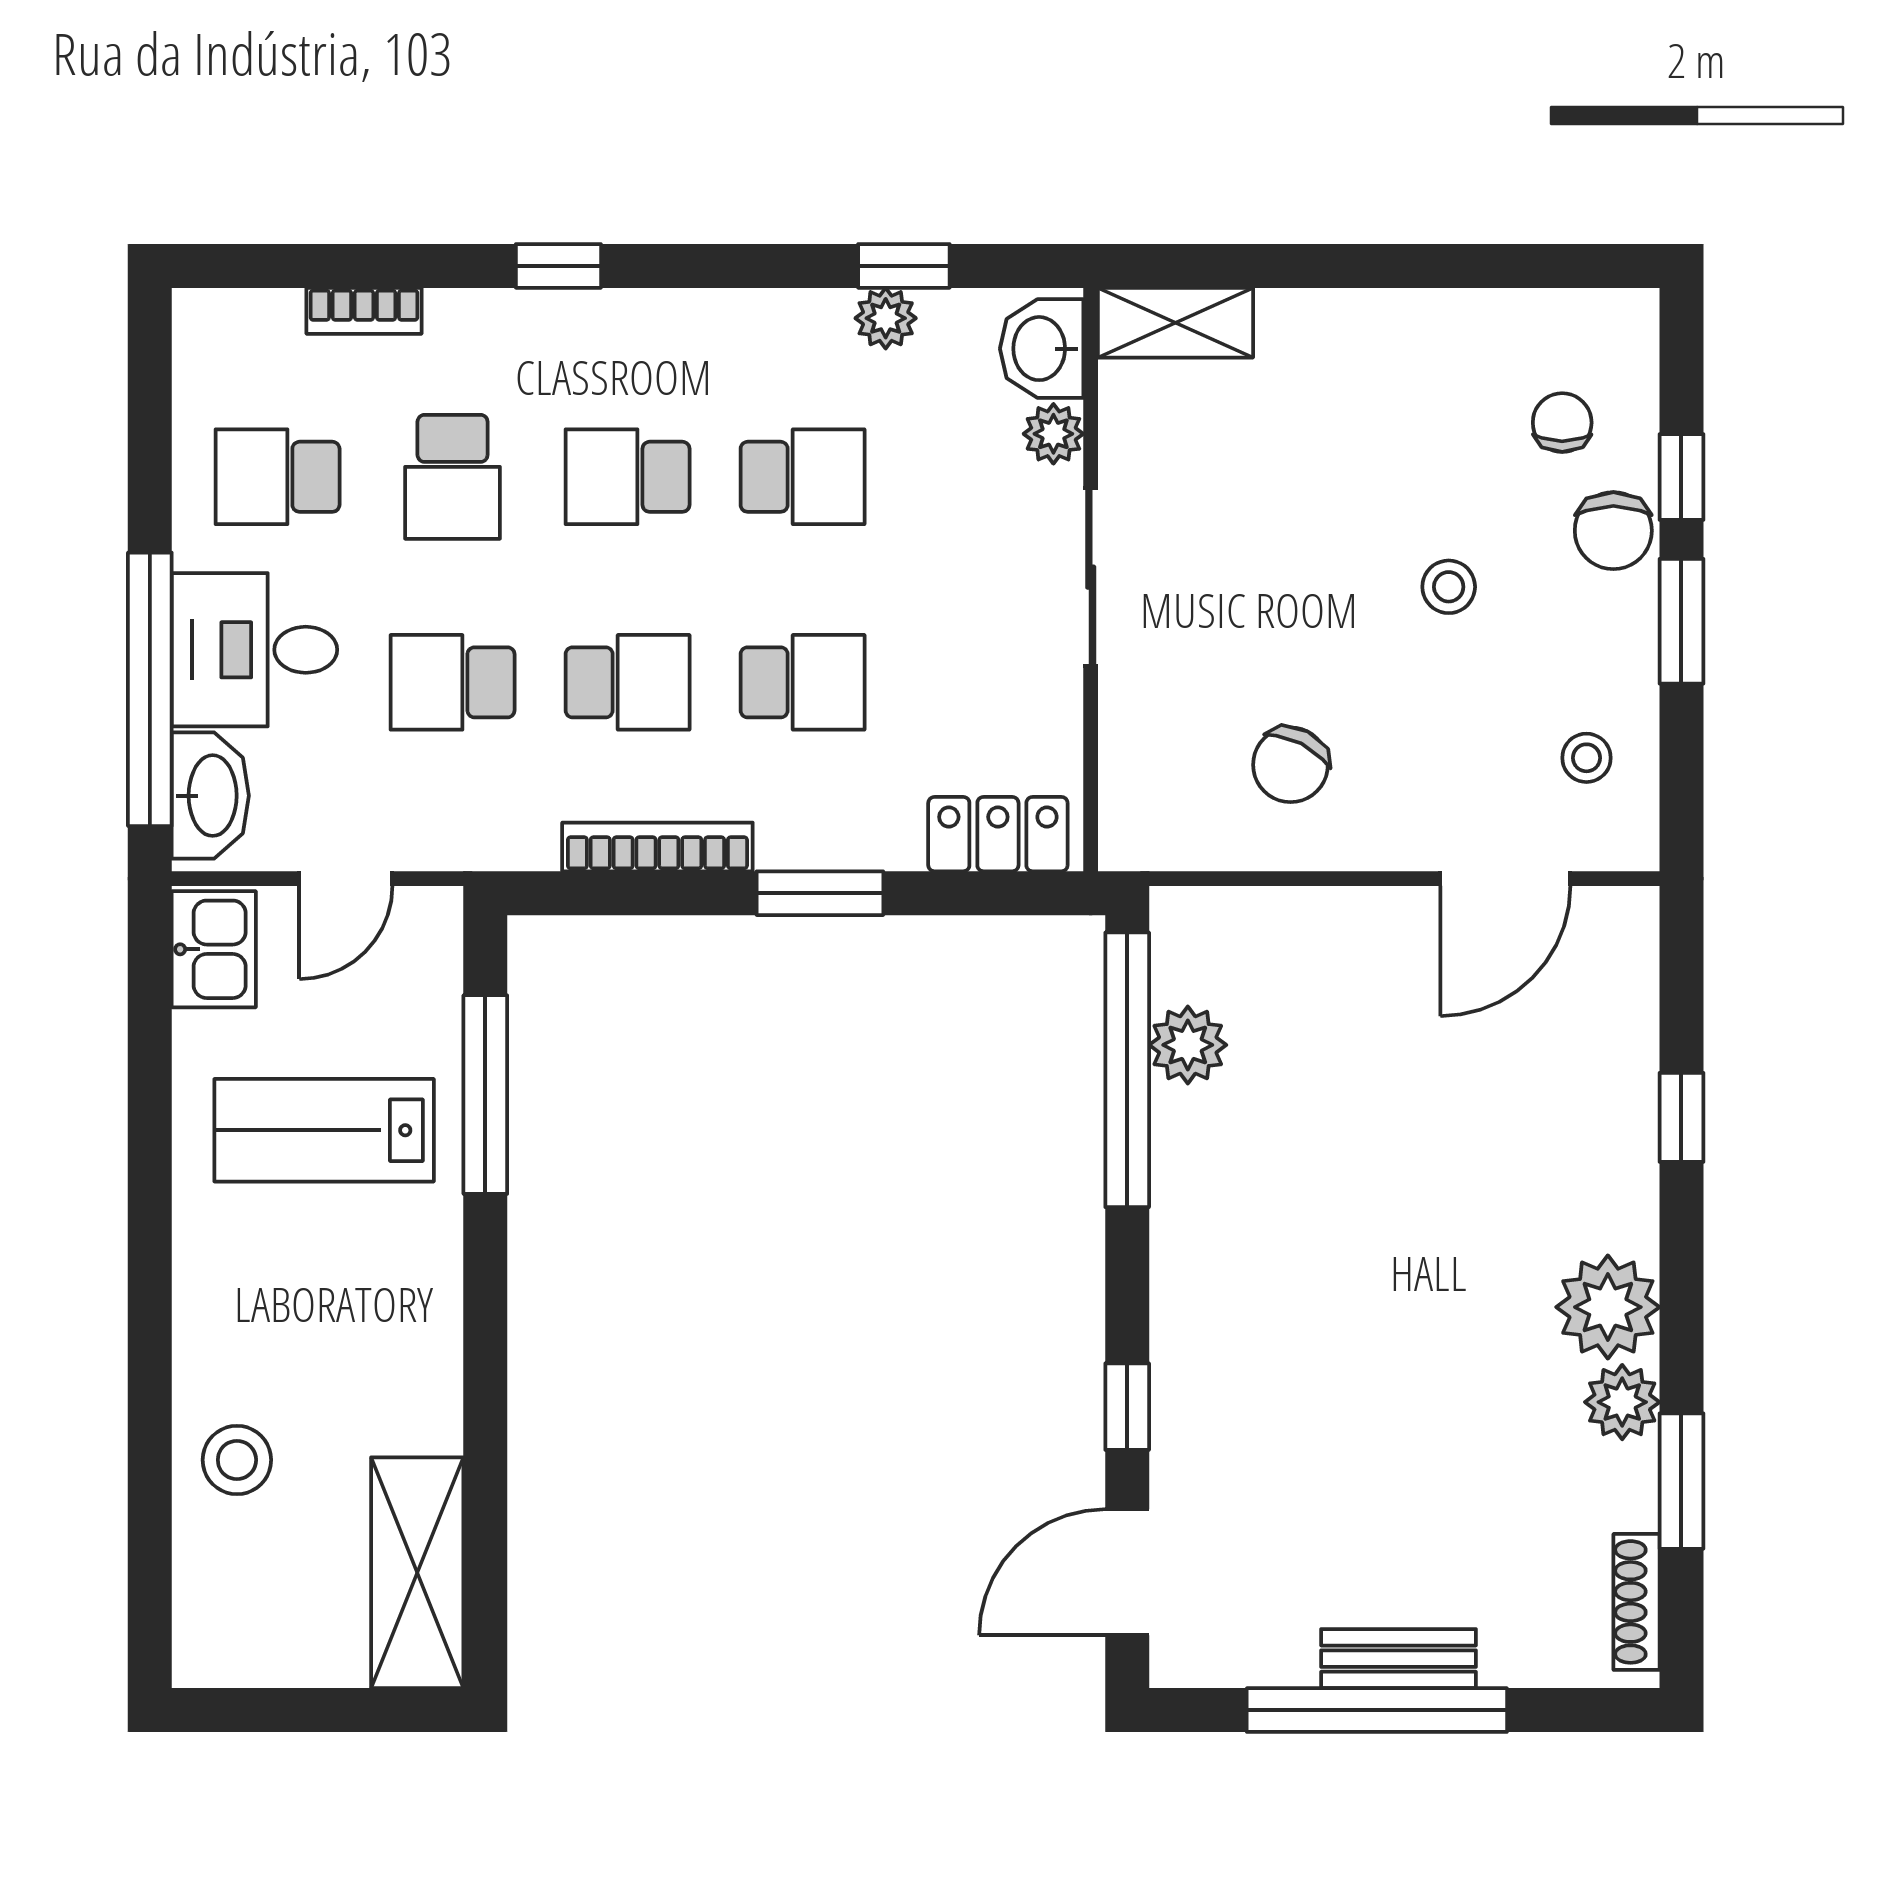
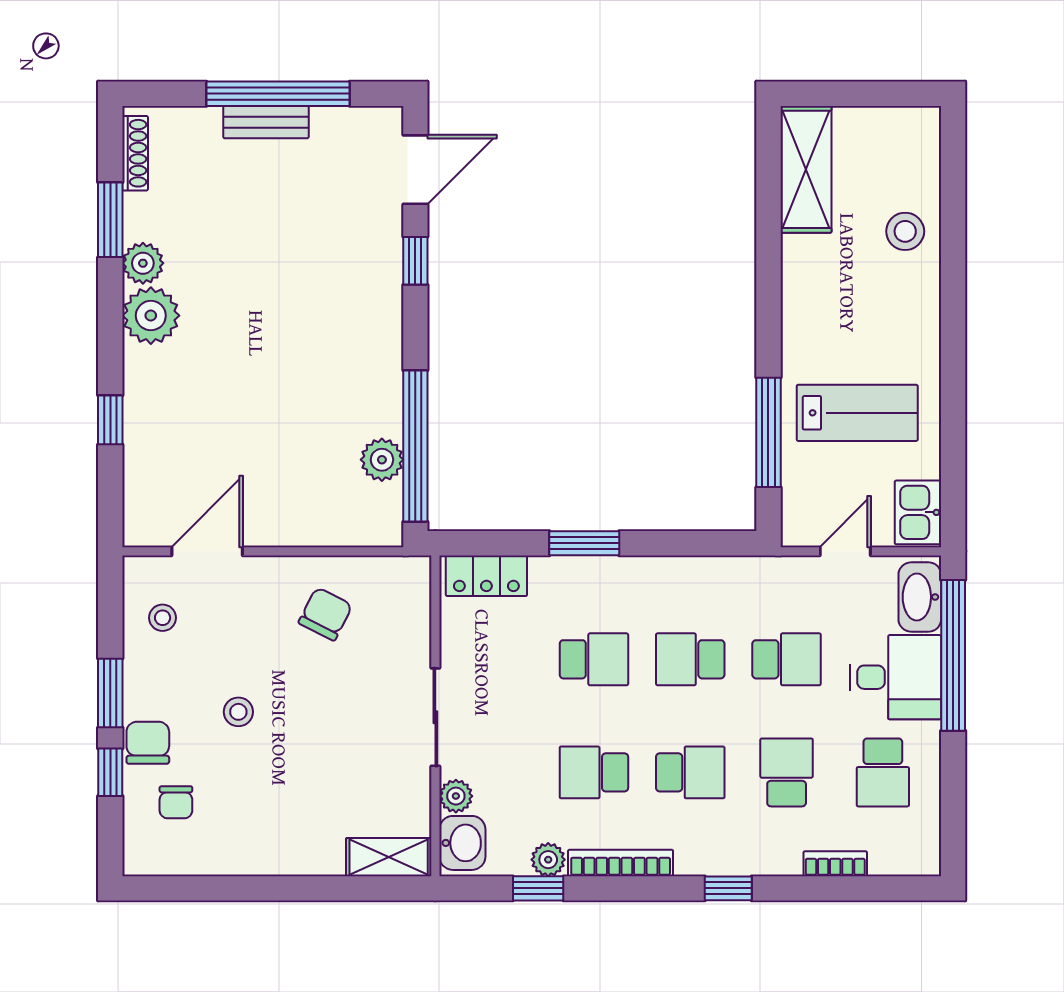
school desk: (278, 477) -> (883, 772), turned 90
school desk: (803, 682) -> (594, 659), turned 180
bookcase: (657, 847) -> (621, 863), moved, turned 180

